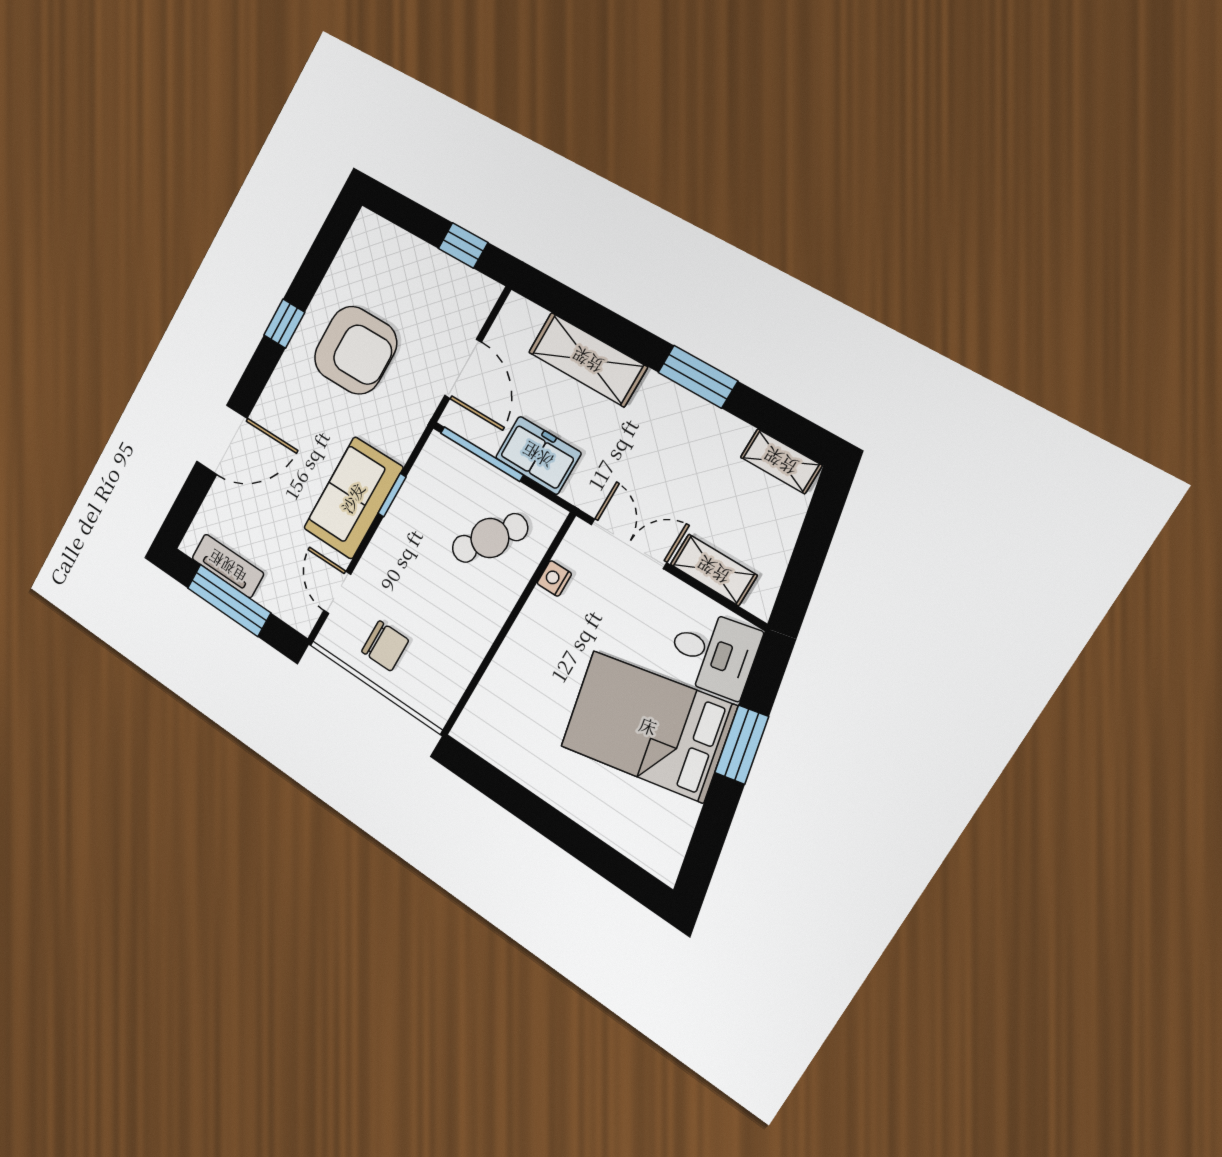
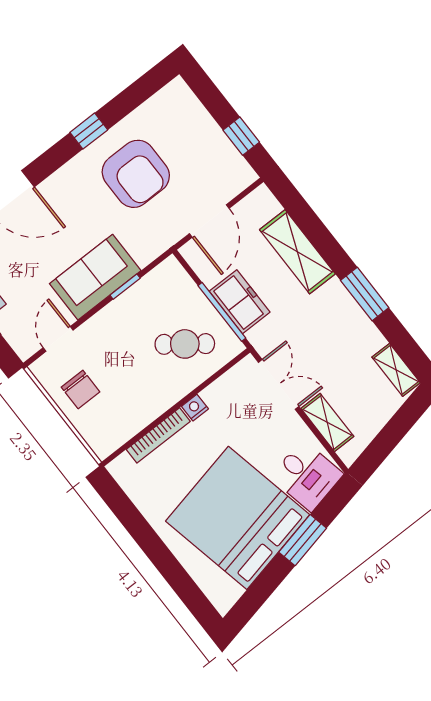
window: (482, 454) -> (222, 312), moved
nightstand: (554, 578) -> (195, 408), moved
bookcase: (500, 670) -> (158, 435), added
bed: (648, 726) -> (238, 518), width x1.36

